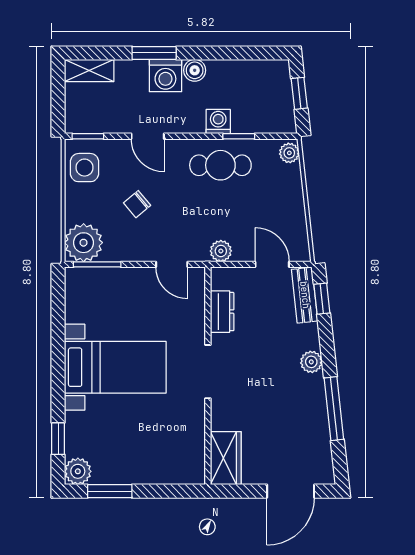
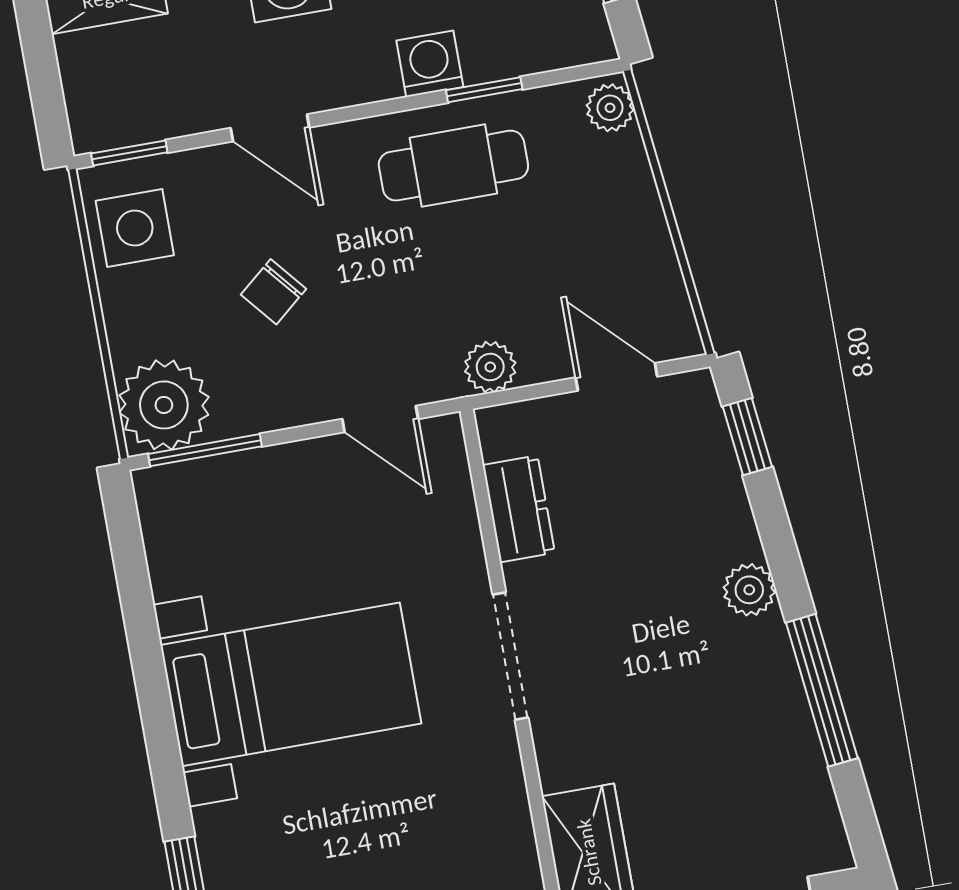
bench: (305, 295) -> (705, 436), removed

